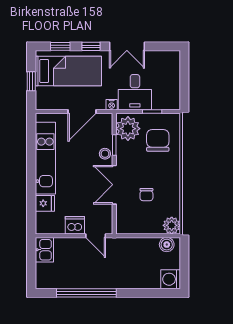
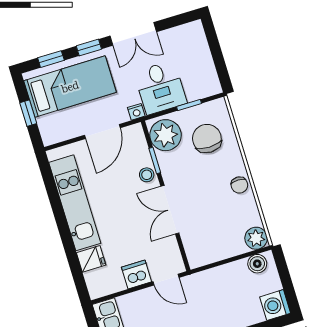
chair: (146, 195) -> (239, 185), moved

